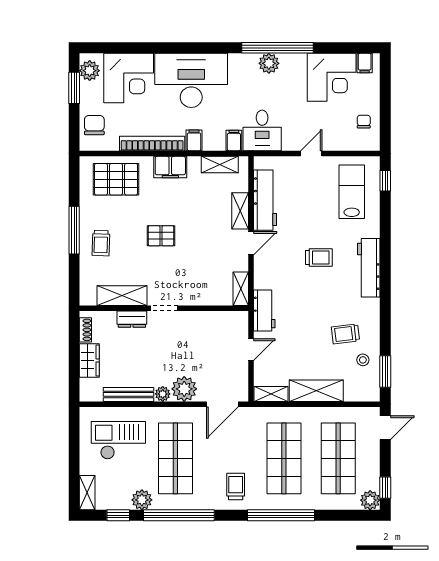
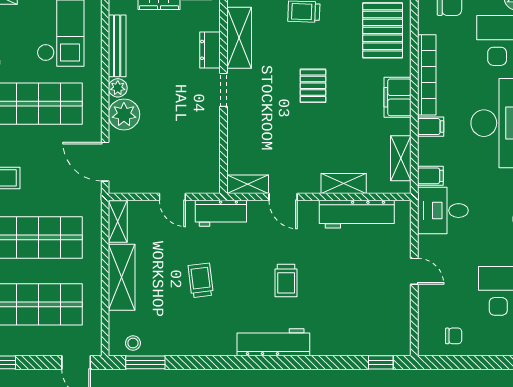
lab bench: (352, 192) -> (367, 321), removed
door: (251, 243) -> (283, 197), moved
trolley: (345, 334) -> (201, 280), moved
stool: (363, 360) -> (133, 343), moved

